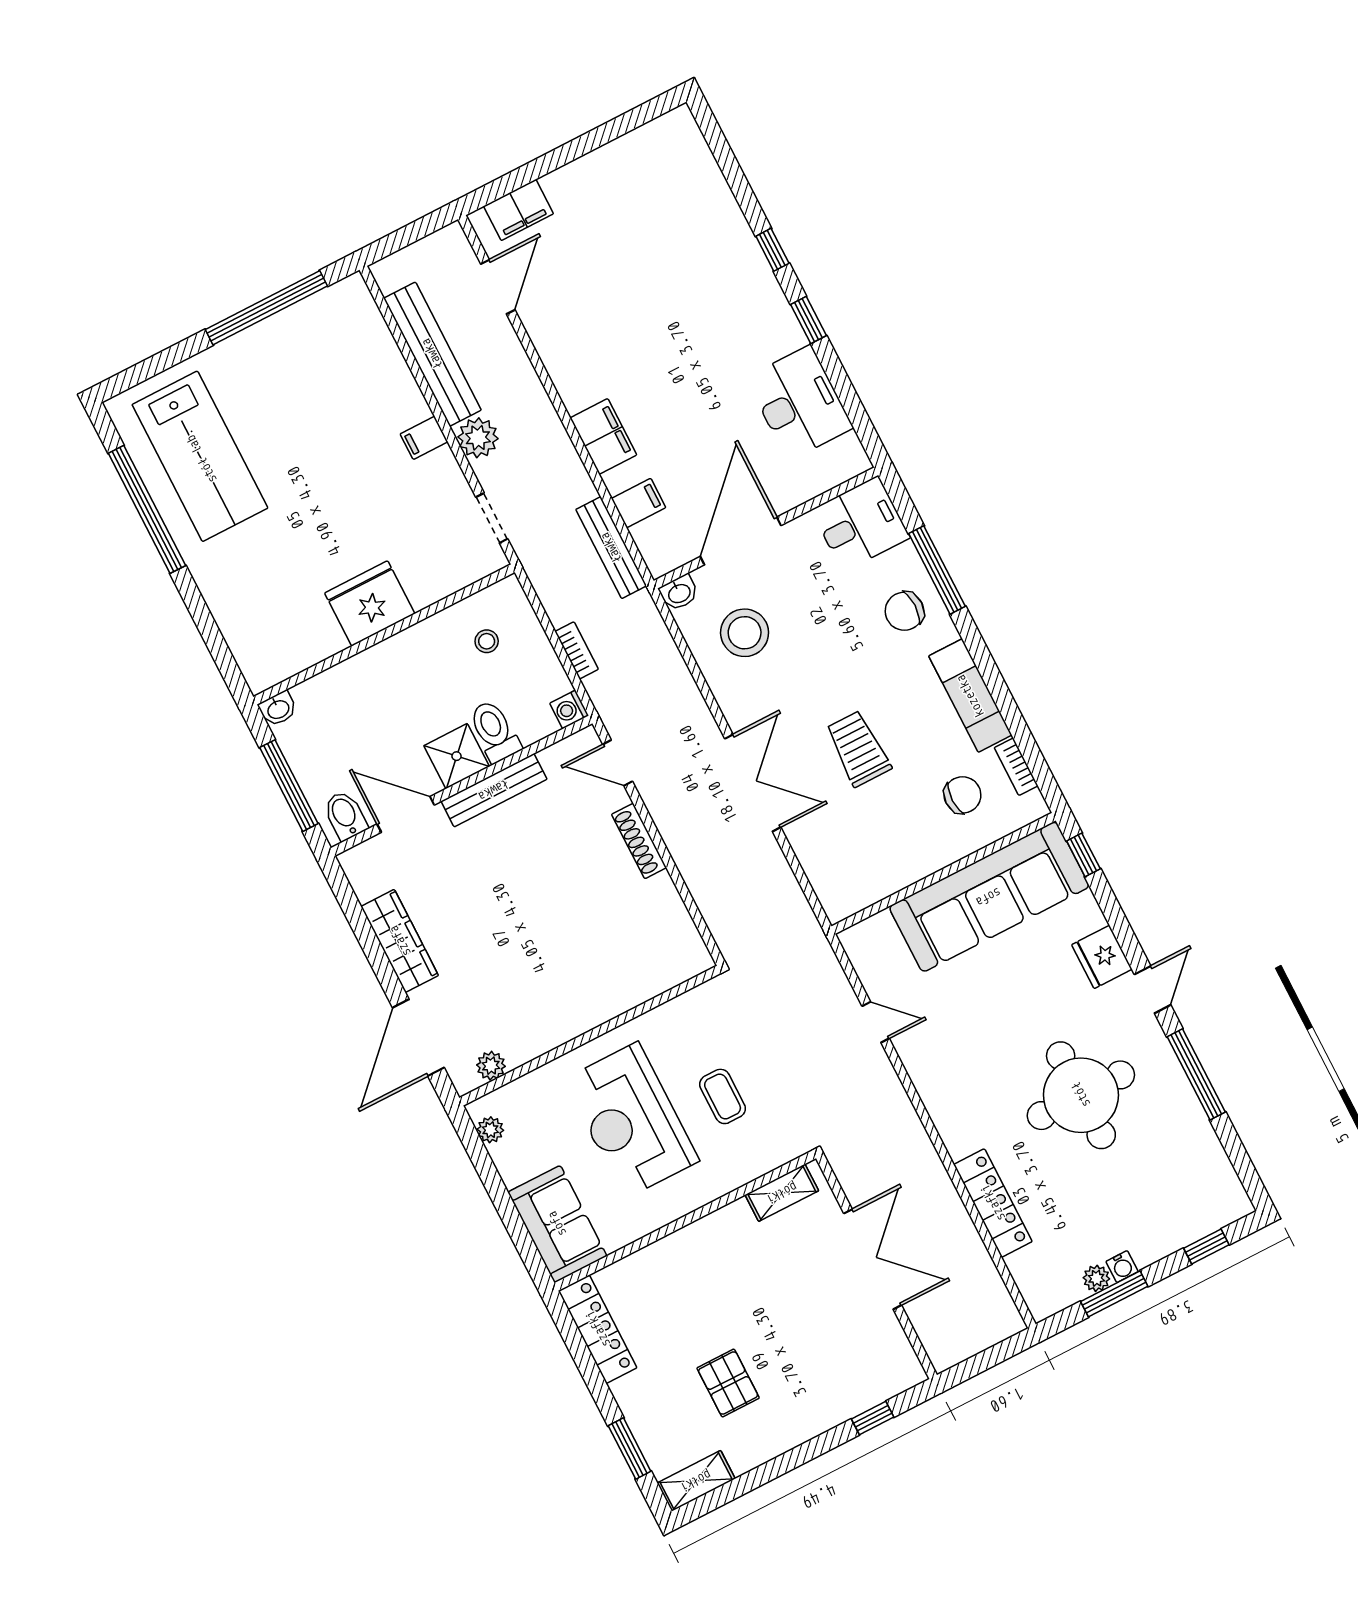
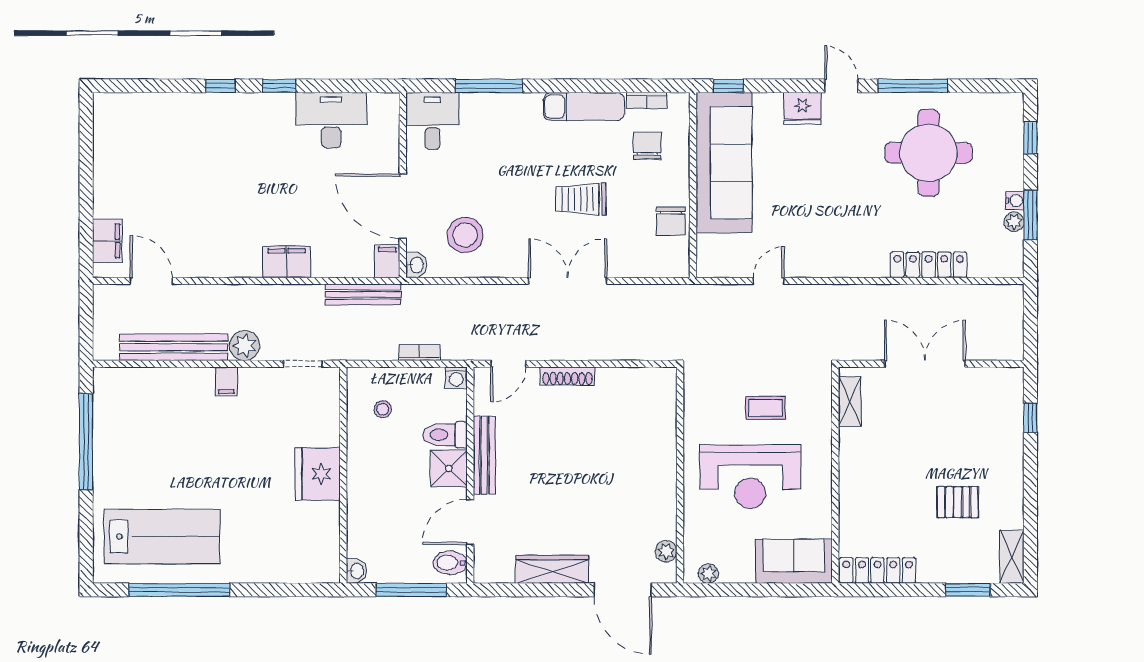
filing cabinet: (639, 503) -> (387, 261), moved
chair: (904, 611) -> (671, 221), moved
round table: (1081, 1095) -> (928, 153), moved

